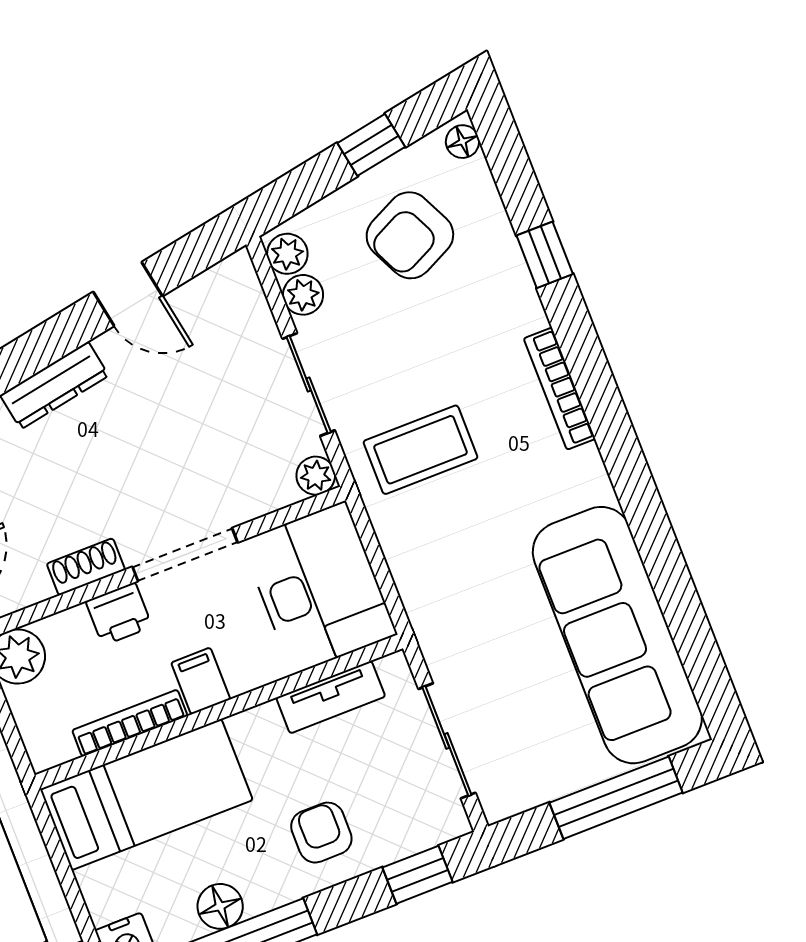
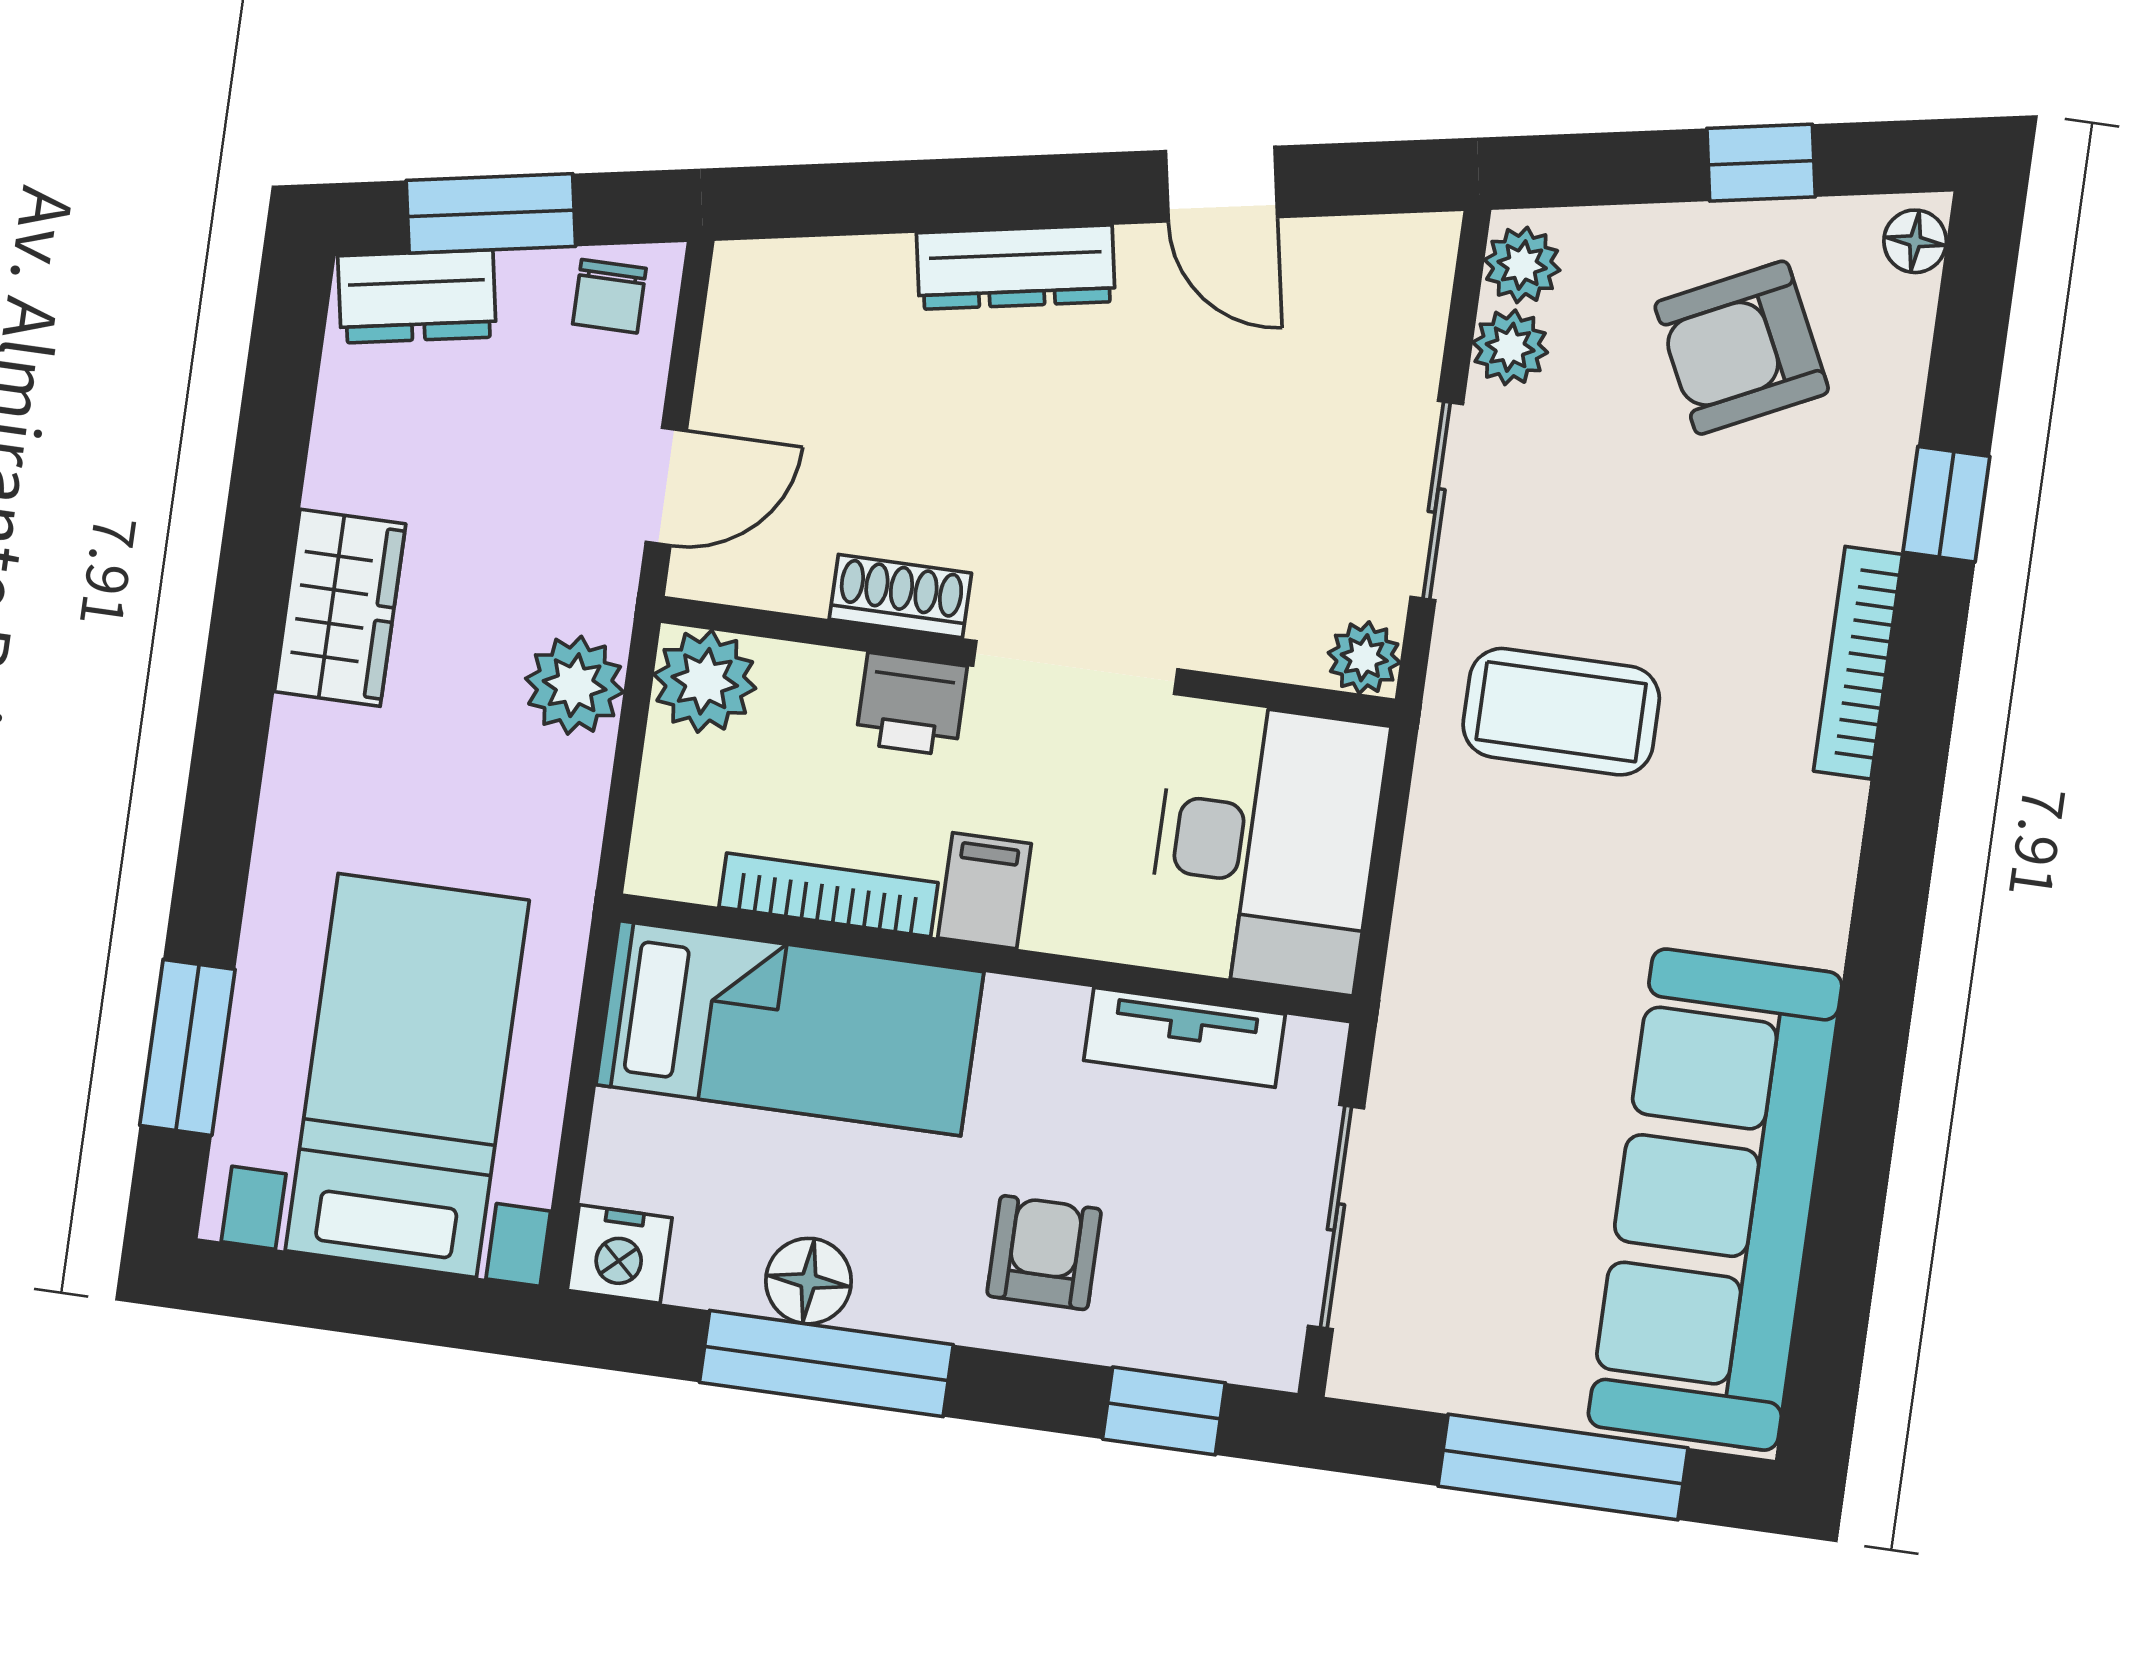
bookcase: (560, 389) -> (1858, 663), moved

